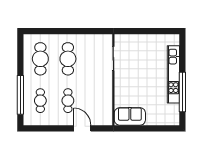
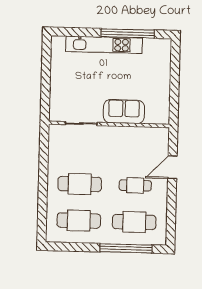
cafe table: (40, 101) -> (134, 222), width x1.37, depth x1.35
sofa: (130, 116) -> (124, 112), moved, turned 90

